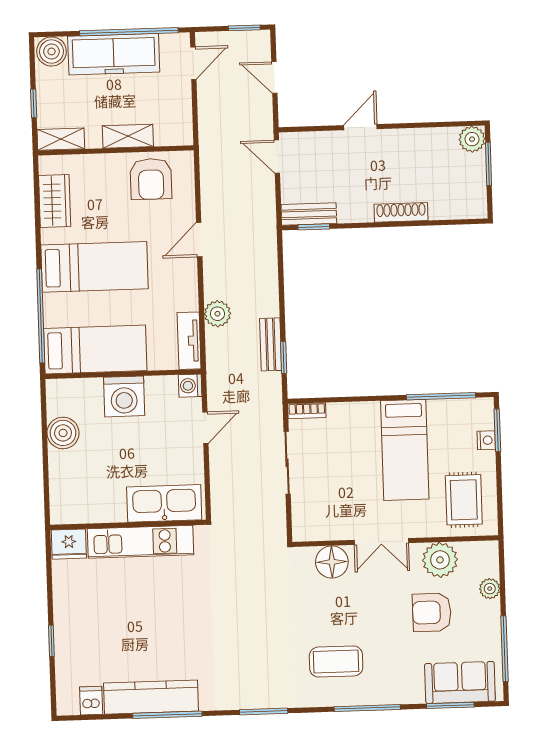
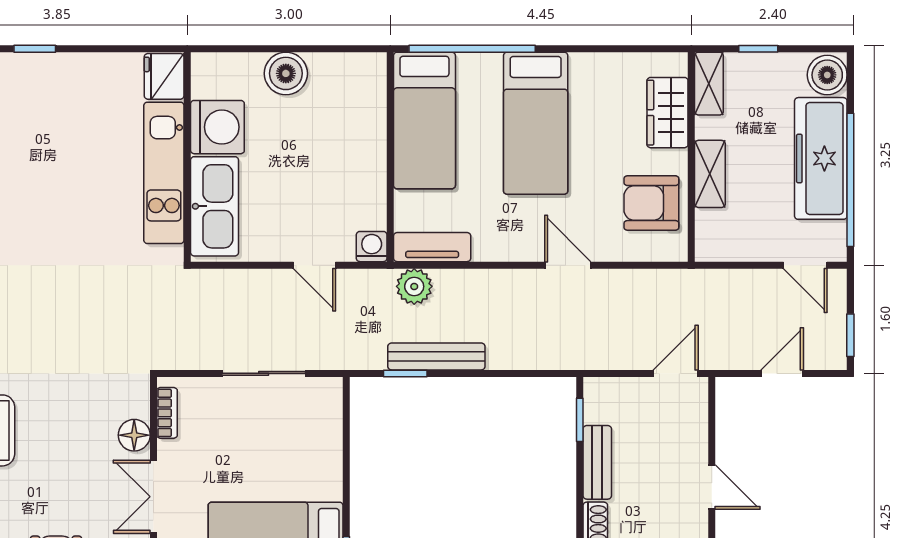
wardrobe: (55, 201) -> (668, 113), moved, turned 90
bench: (309, 214) -> (597, 462), moved
plant: (217, 314) -> (414, 286), moved
bench: (271, 344) -> (436, 356), width x1.36
washing machine: (124, 396) -> (217, 127), moved, turned 180
bookcase: (307, 411) -> (167, 413), moved, turned 180
boiler: (63, 433) -> (286, 73), moved
floor lamp: (332, 562) -> (134, 435), width x0.73, depth x0.73

